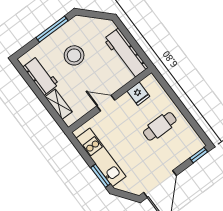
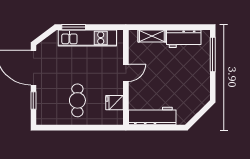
window: (52, 29) -> (213, 54), moved
stool: (74, 55) -> (180, 76), removed
window: (199, 155) -> (33, 101), moved

